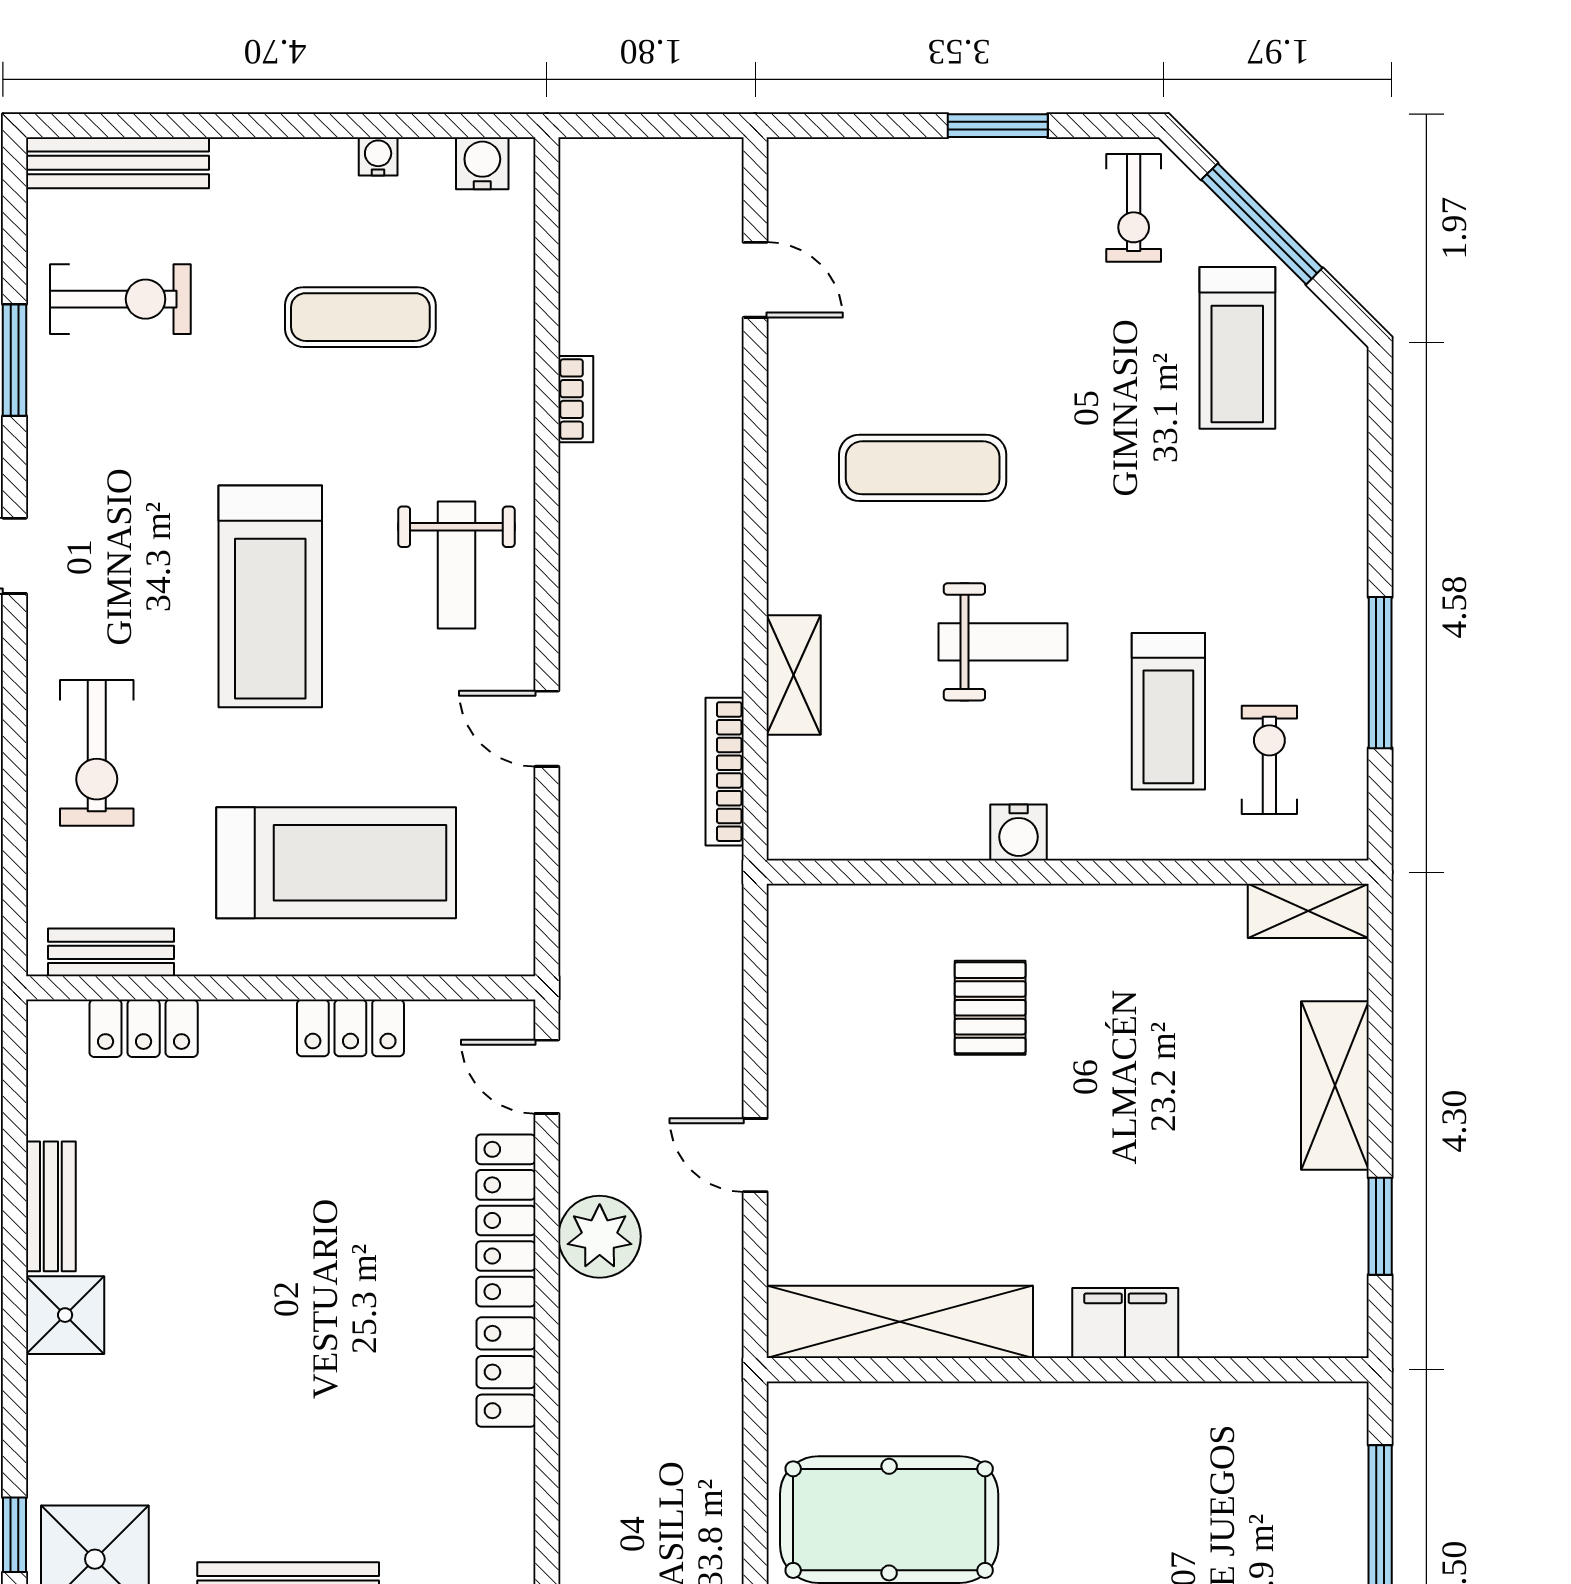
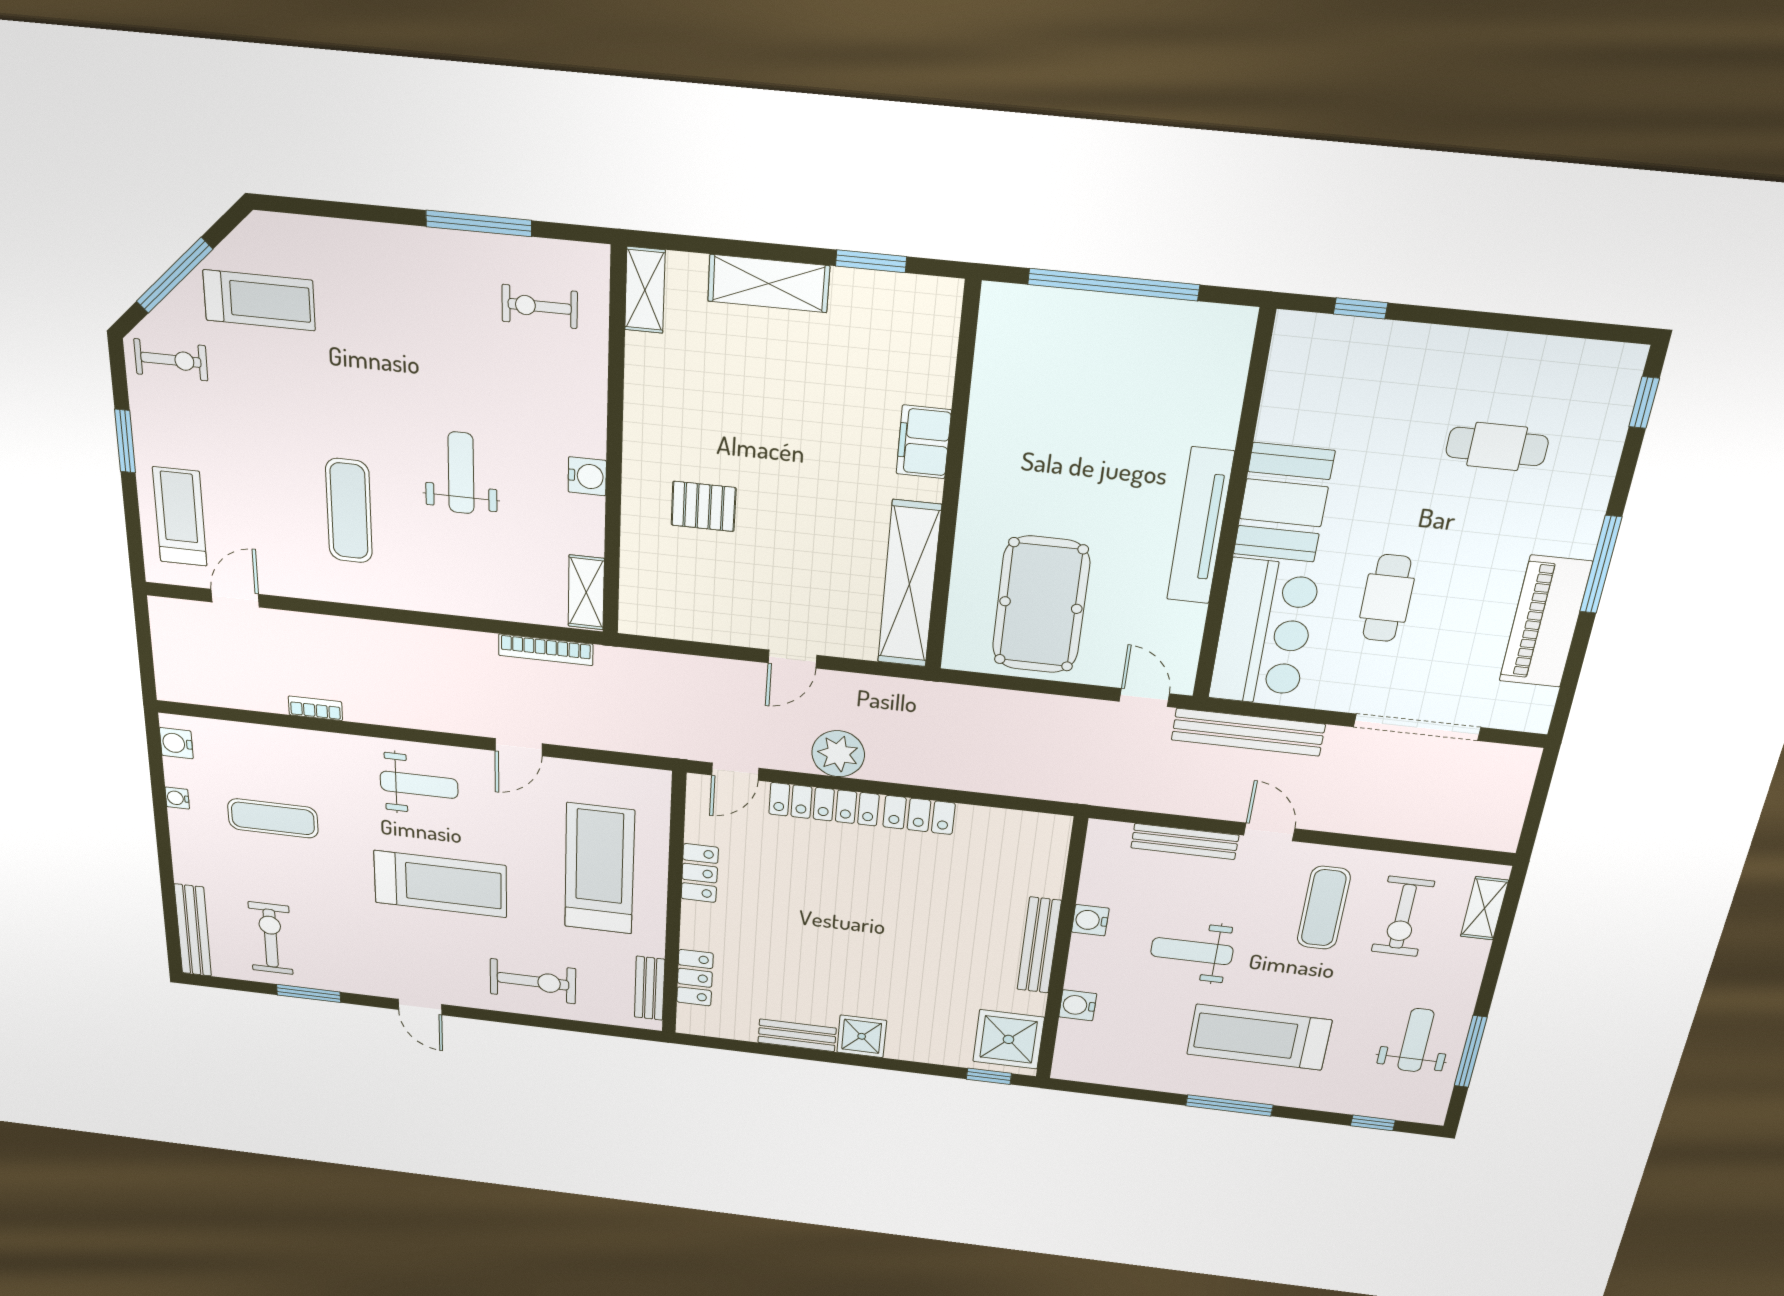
exercise mat: (360, 317) -> (273, 818), turned 90
shelving: (794, 675) -> (586, 592), moved, turned 90
treadmill: (1168, 711) -> (180, 517), moved, turned -90

